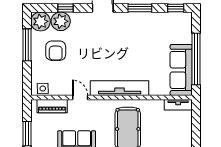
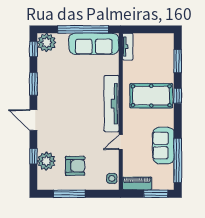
plant: (41, 21) -> (47, 43), moved
piano: (52, 106) -> (137, 183), moved, turned -90

